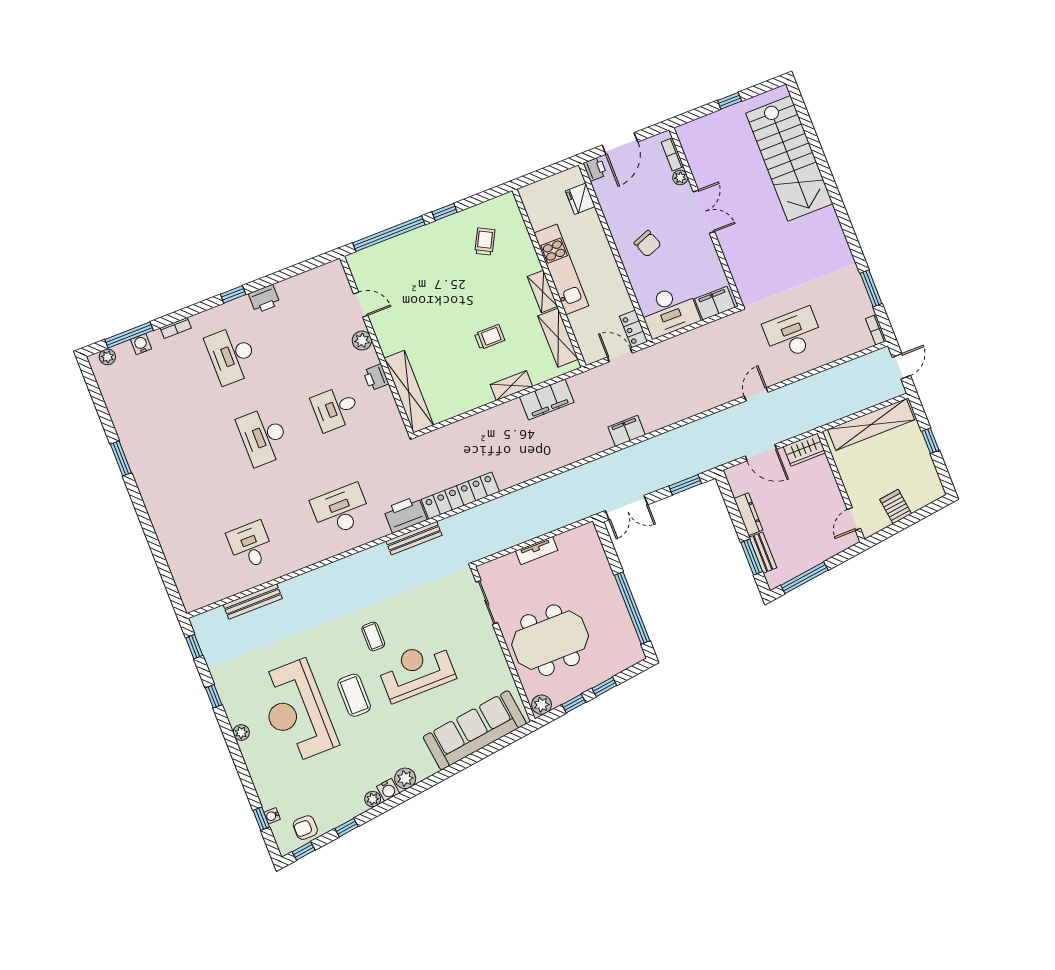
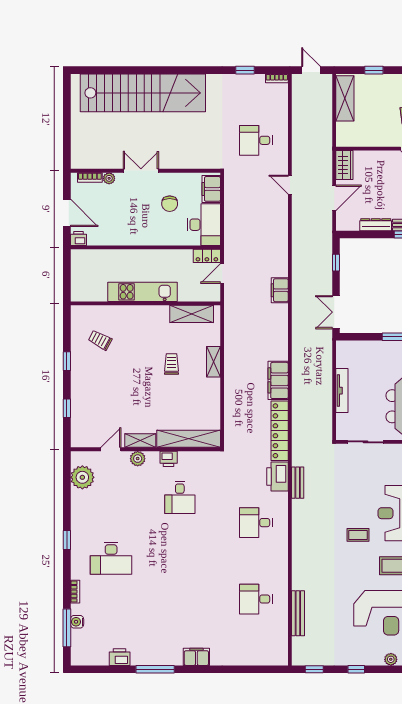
window: (730, 101) -> (67, 120), removed
stairs: (789, 158) -> (143, 93), width x1.36
fridge: (580, 199) -> (96, 258), removed
window: (389, 234) -> (67, 408), width x0.32
chair: (648, 244) -> (170, 204), moved, turned 111
window: (871, 288) -> (245, 70), width x0.67
shelving: (542, 291) -> (140, 441), moved
printer: (264, 299) -> (120, 657), moved, turned -90
desk: (793, 334) -> (256, 140), width x0.73
plant: (107, 357) -> (82, 477), moved, width x1.88, depth x1.88
filing cabinet: (547, 399) -> (278, 380), moved, turned 180
shelving: (871, 424) -> (345, 98), width x0.68
desk: (263, 436) -> (180, 558), removed
window: (121, 458) -> (155, 669), width x1.44
window: (685, 485) -> (336, 263), width x0.67
filing cabinet: (154, 501) -> (196, 657), added
double door: (627, 508) -> (336, 312), swing flipped
desk: (341, 510) -> (256, 523), width x0.73
bench: (414, 538) -> (298, 483), width x0.73
tv unit: (537, 551) -> (342, 391), width x1.41

